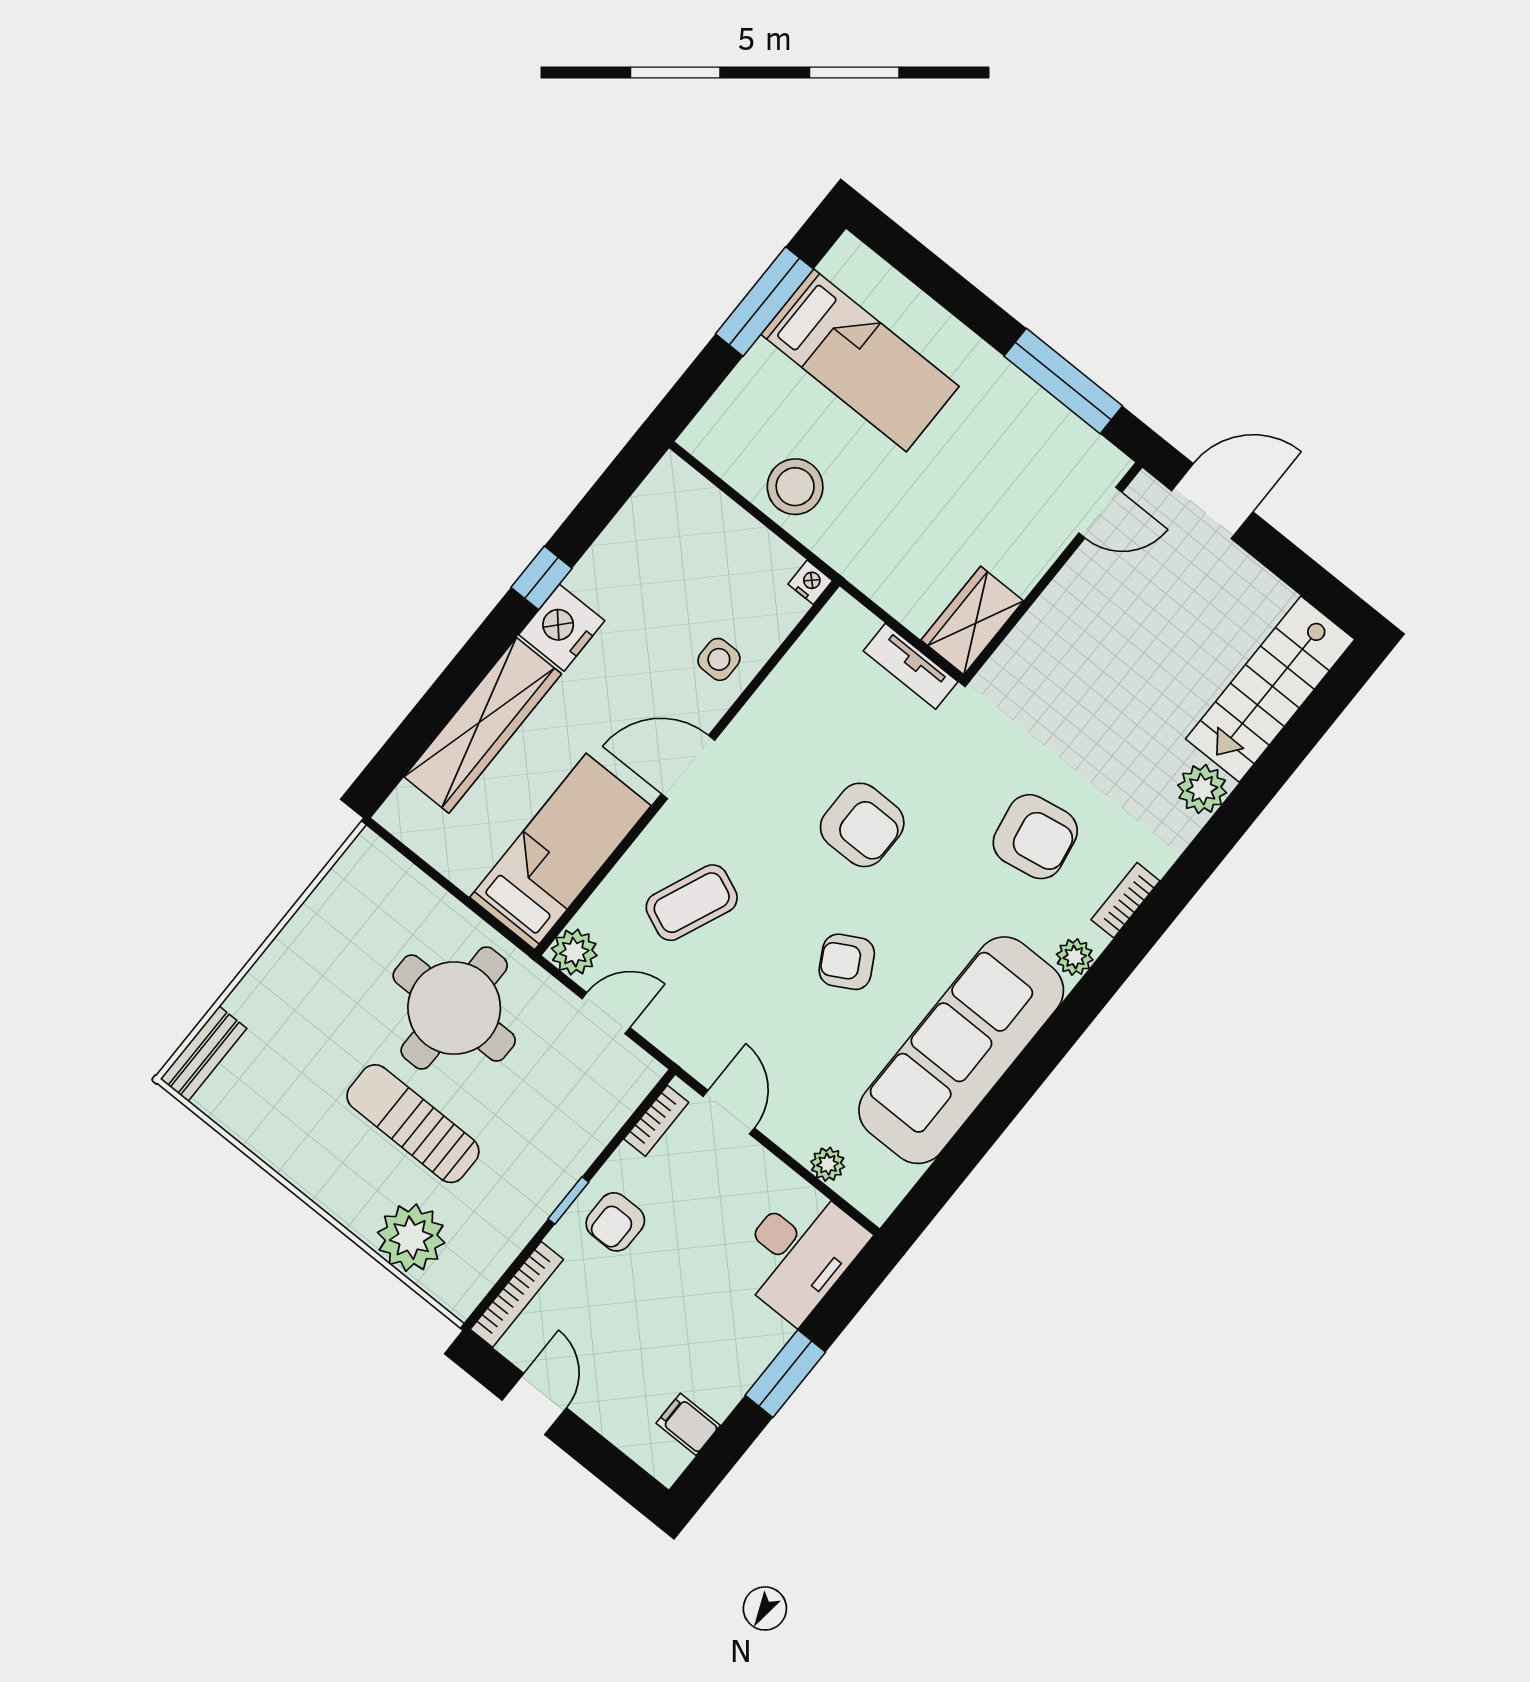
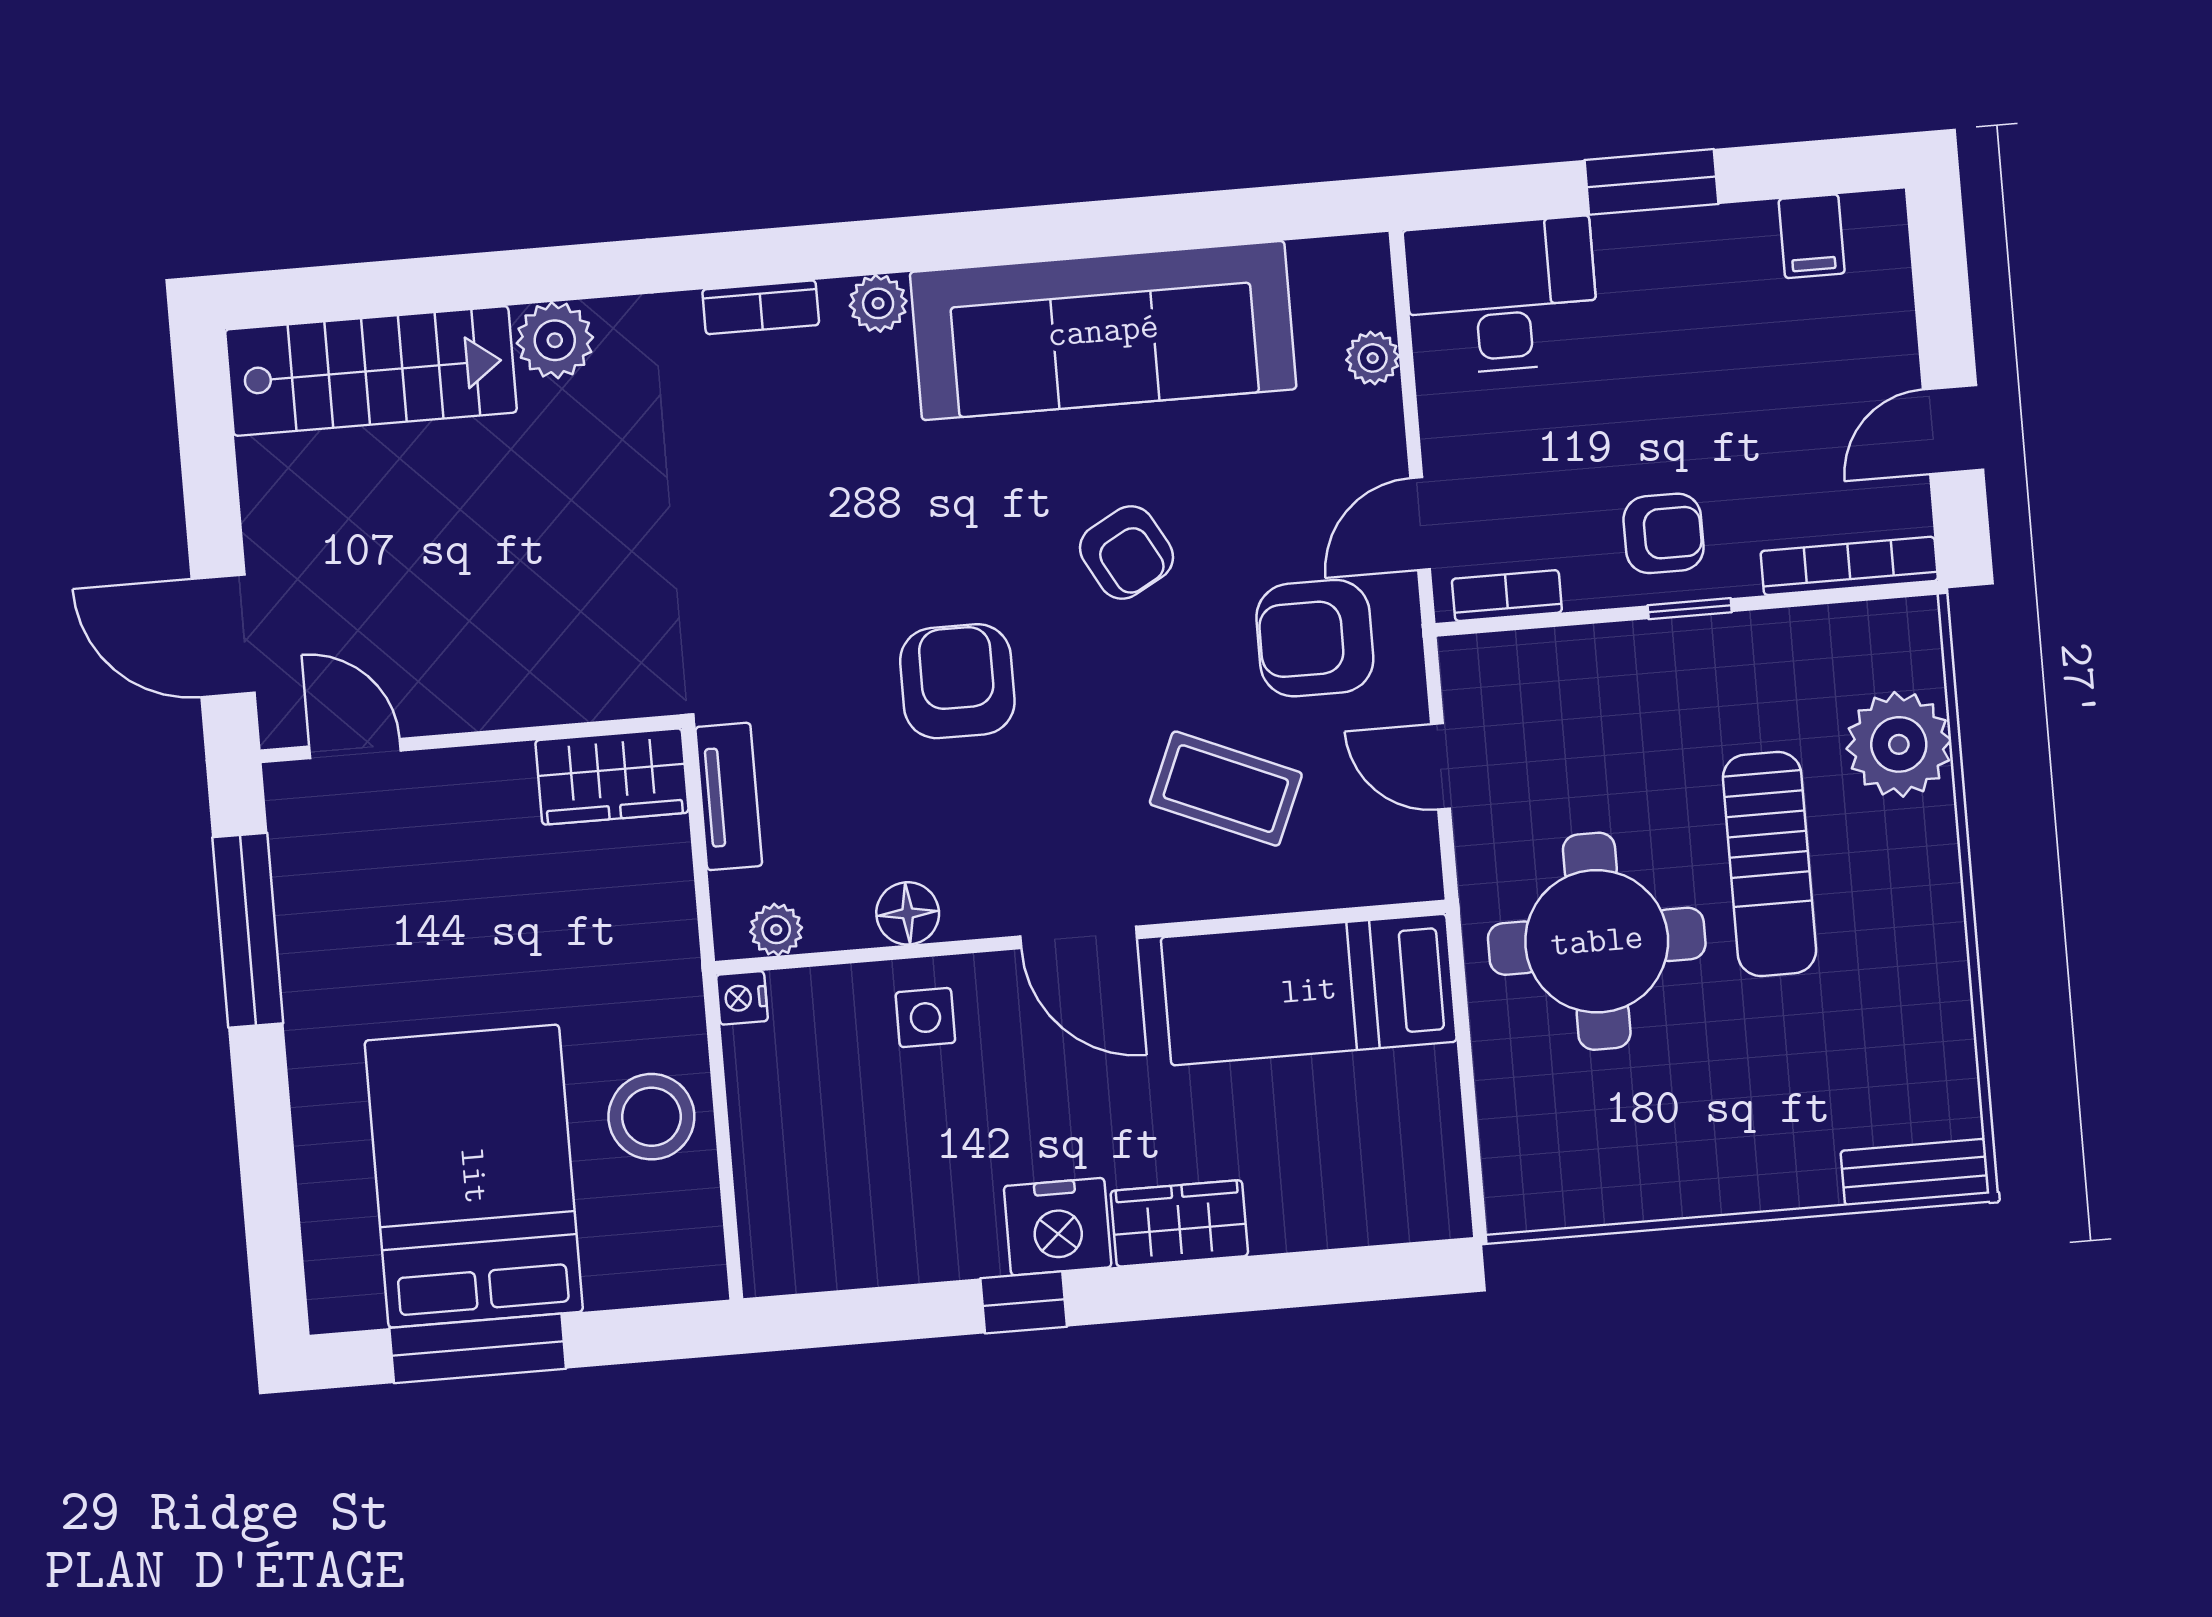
bed: (860, 360) -> (474, 1176), width x1.50
floor lamp: (776, 698) -> (908, 913), added
wardrobe: (483, 725) -> (1179, 1223), width x0.48, depth x0.85
armchair: (1035, 837) -> (1315, 638), moved, turned -80
plant: (574, 952) -> (776, 930), moved, width x0.73, depth x0.73

